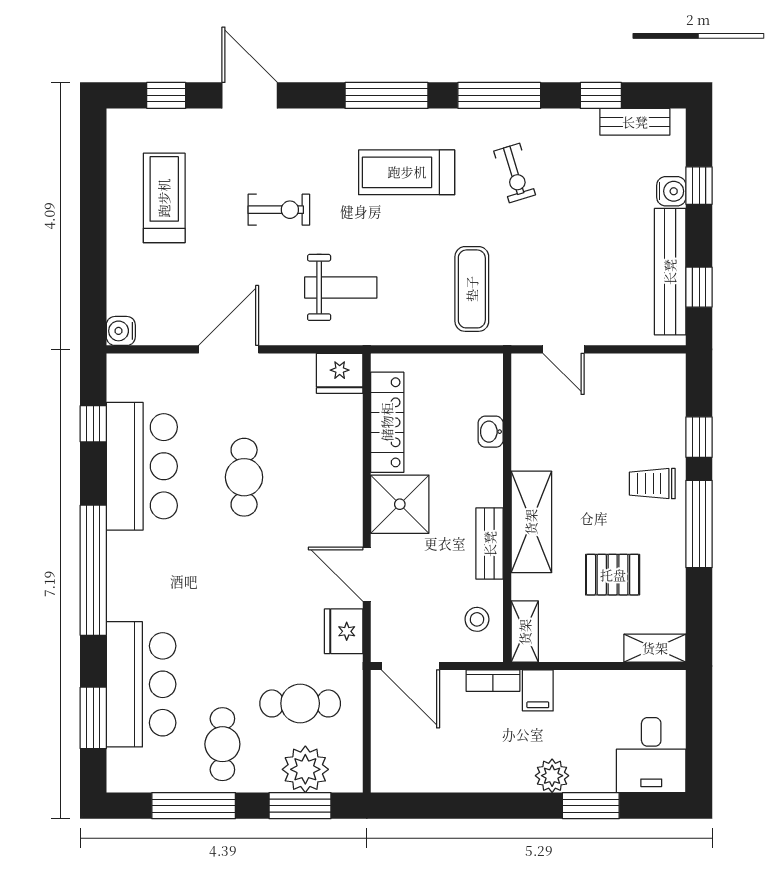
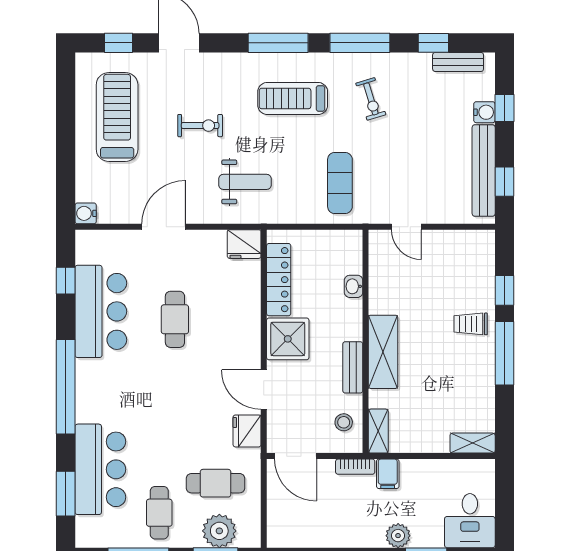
treadmill: (164, 198) -> (117, 117), width x1.37, depth x1.38
pallet: (613, 575) -> (442, 390), removed

